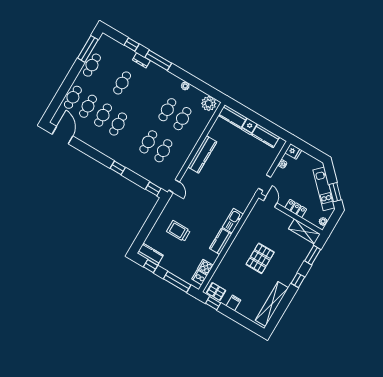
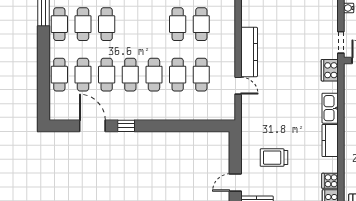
cafe table: (107, 74) -> (83, 24), added
cafe table: (133, 133) -> (154, 75), added
door: (62, 135) -> (92, 126), moved
window: (118, 168) -> (126, 126), moved
door: (174, 186) -> (238, 86), moved
window: (153, 189) -> (216, 126), removed
cooker: (247, 196) -> (330, 70), added
door: (144, 232) -> (235, 183), added

